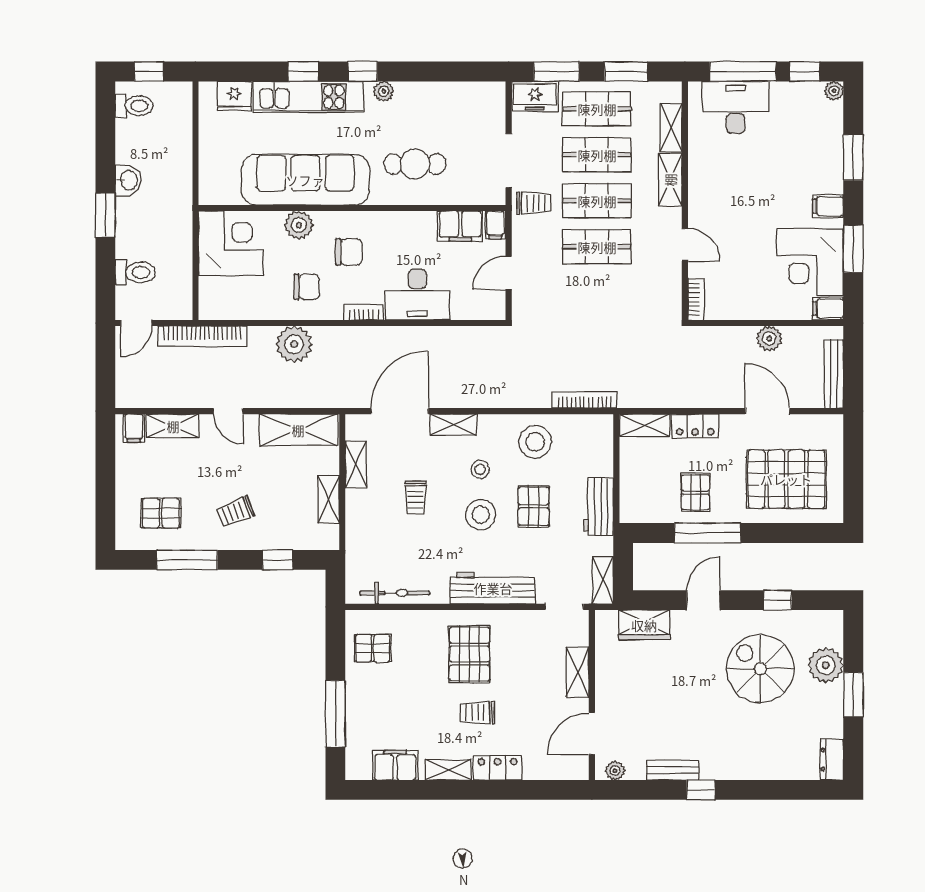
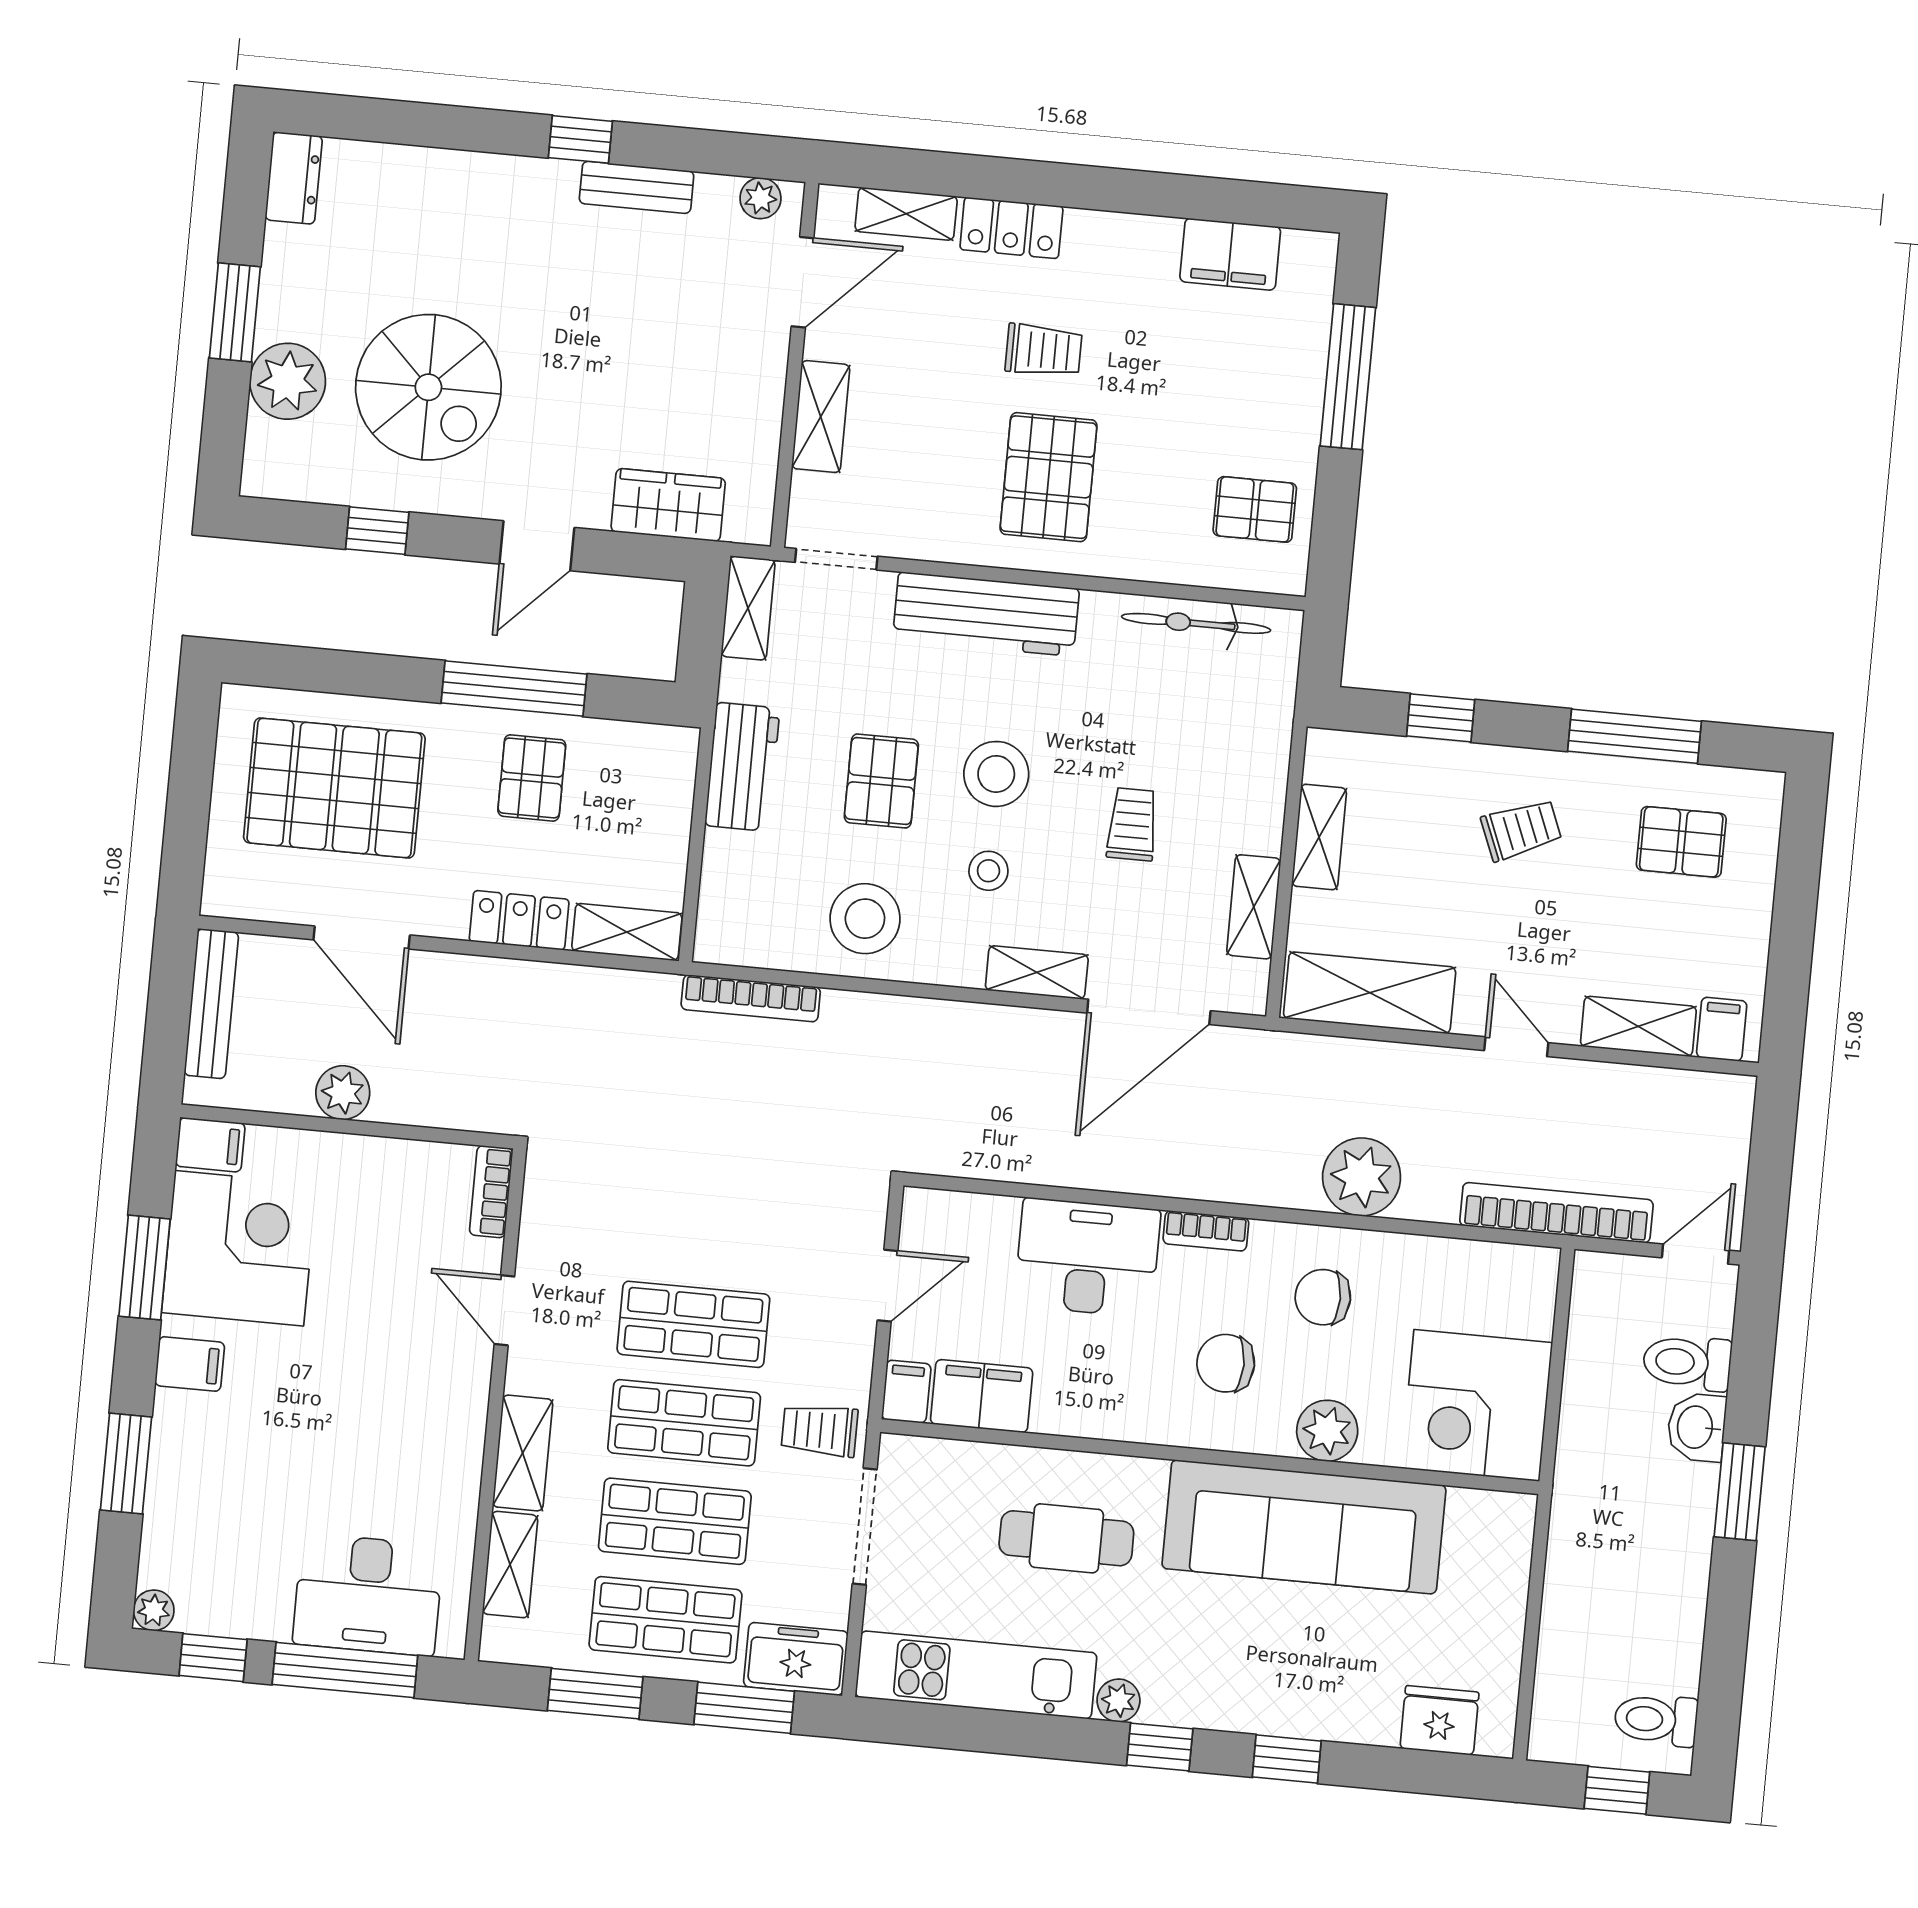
kitchen unit: (308, 97) -> (976, 1675), moved
washbasin: (128, 180) -> (1697, 1427), moved
shelving: (448, 770) -> (906, 214), moved

